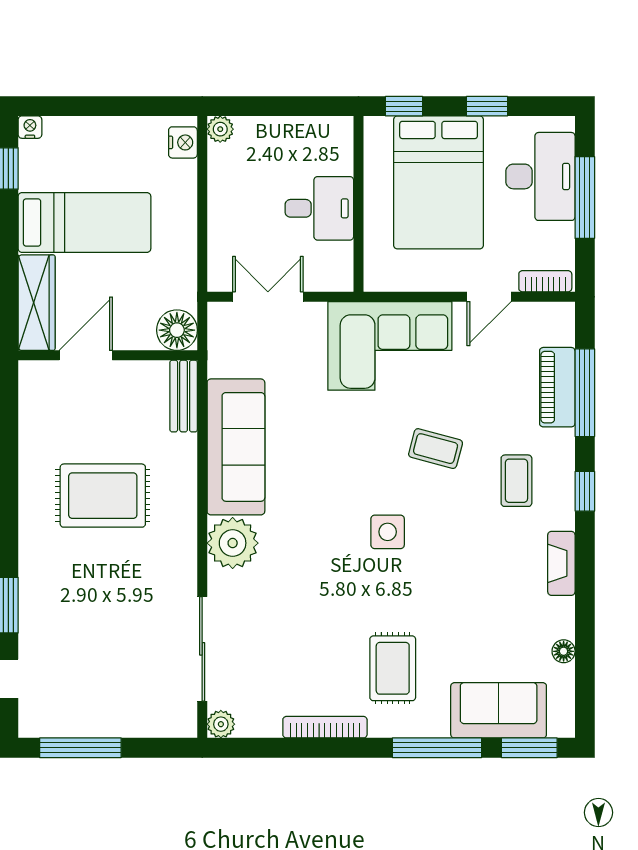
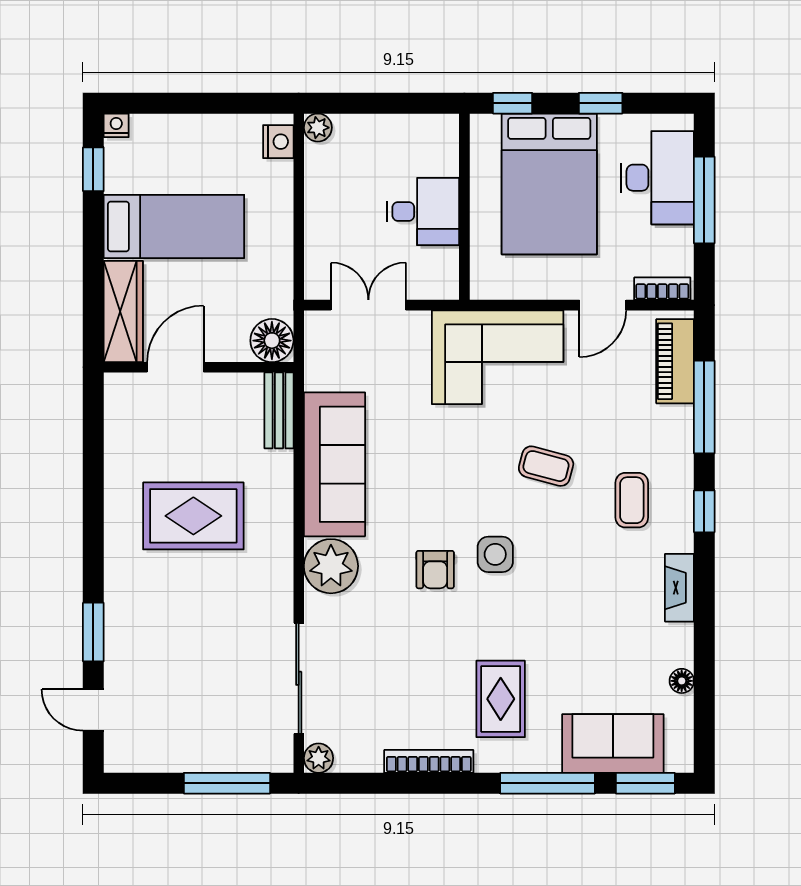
piano: (557, 387) -> (675, 361), moved
armchair: (331, 546) -> (435, 570), added
window: (80, 748) -> (227, 783), moved

